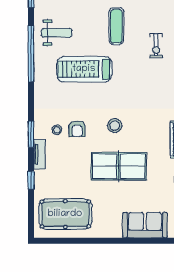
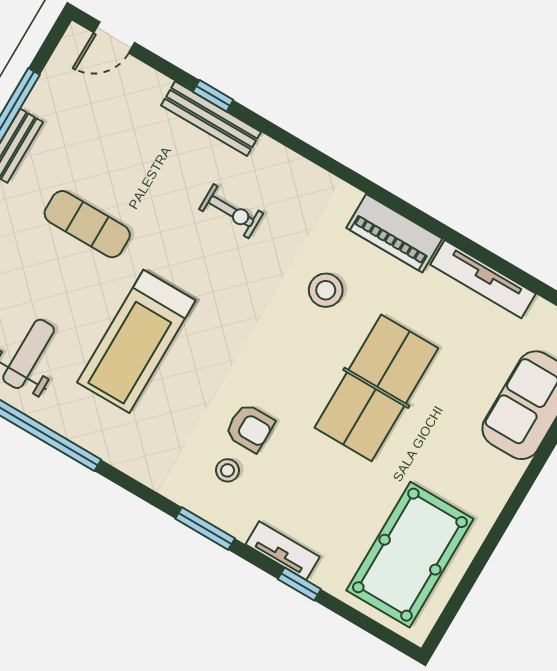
exercise bike: (156, 46) -> (231, 211), moved
stool: (115, 126) -> (326, 290), moved
tv unit: (40, 154) -> (283, 551), moved

